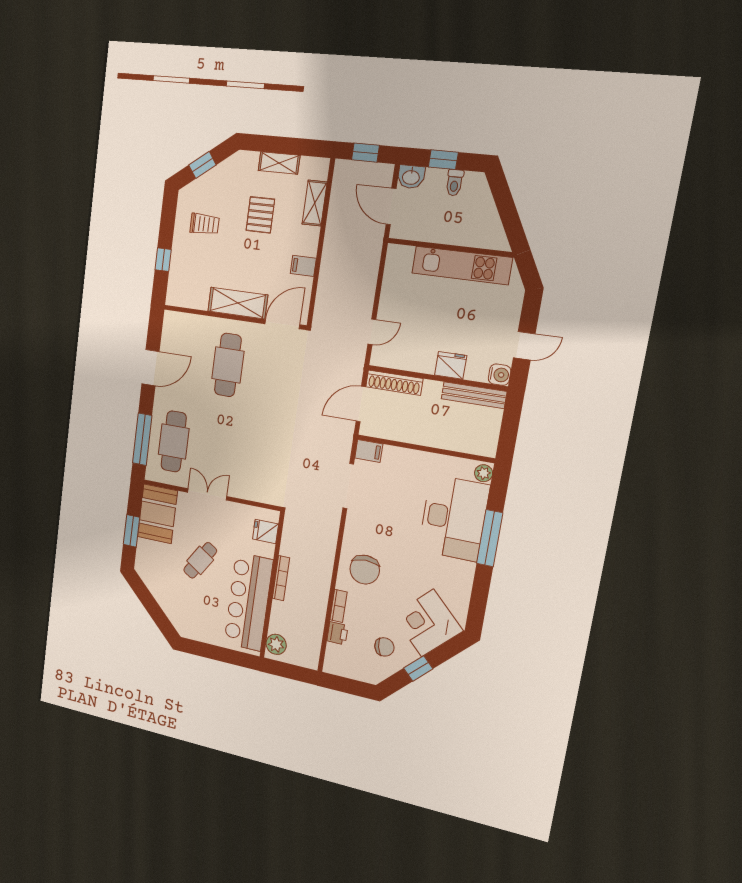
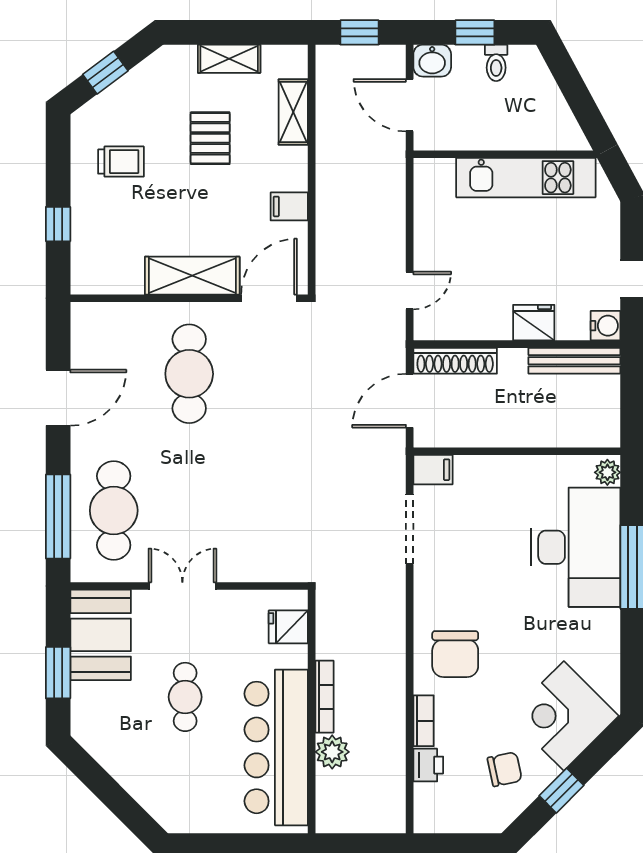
cafe table: (200, 560) -> (185, 697), turned -33
plant: (276, 644) -> (332, 752), moved

